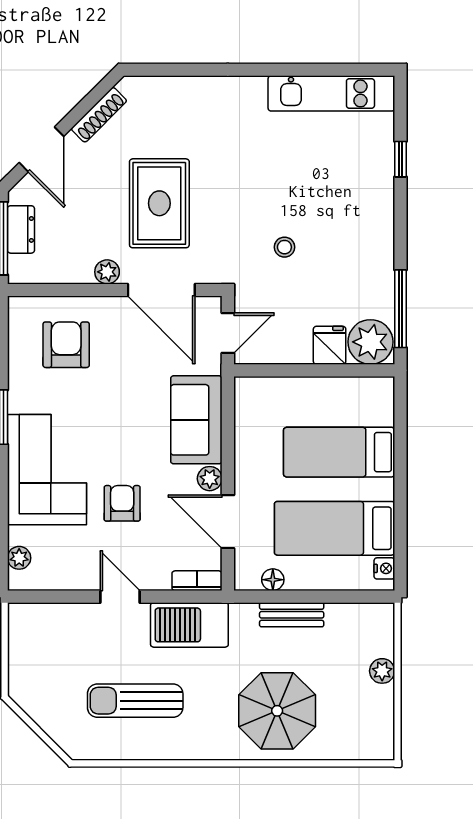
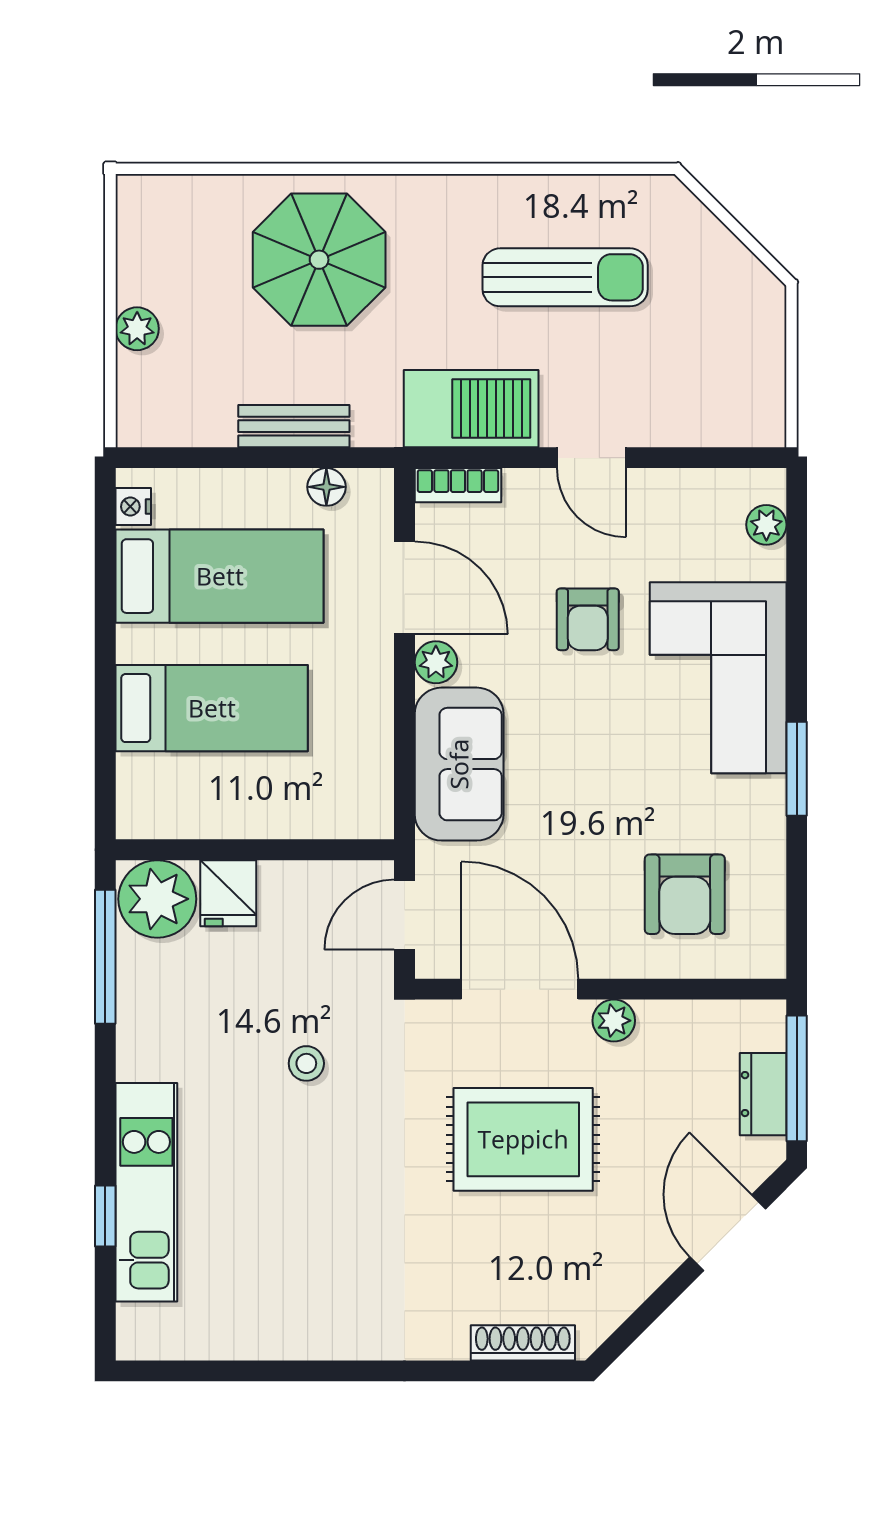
kitchen unit: (331, 93) -> (146, 1192), moved, turned 90
shoe rack: (99, 115) -> (523, 1343), moved, turned 45
rug: (159, 203) -> (523, 1139), turned 90

